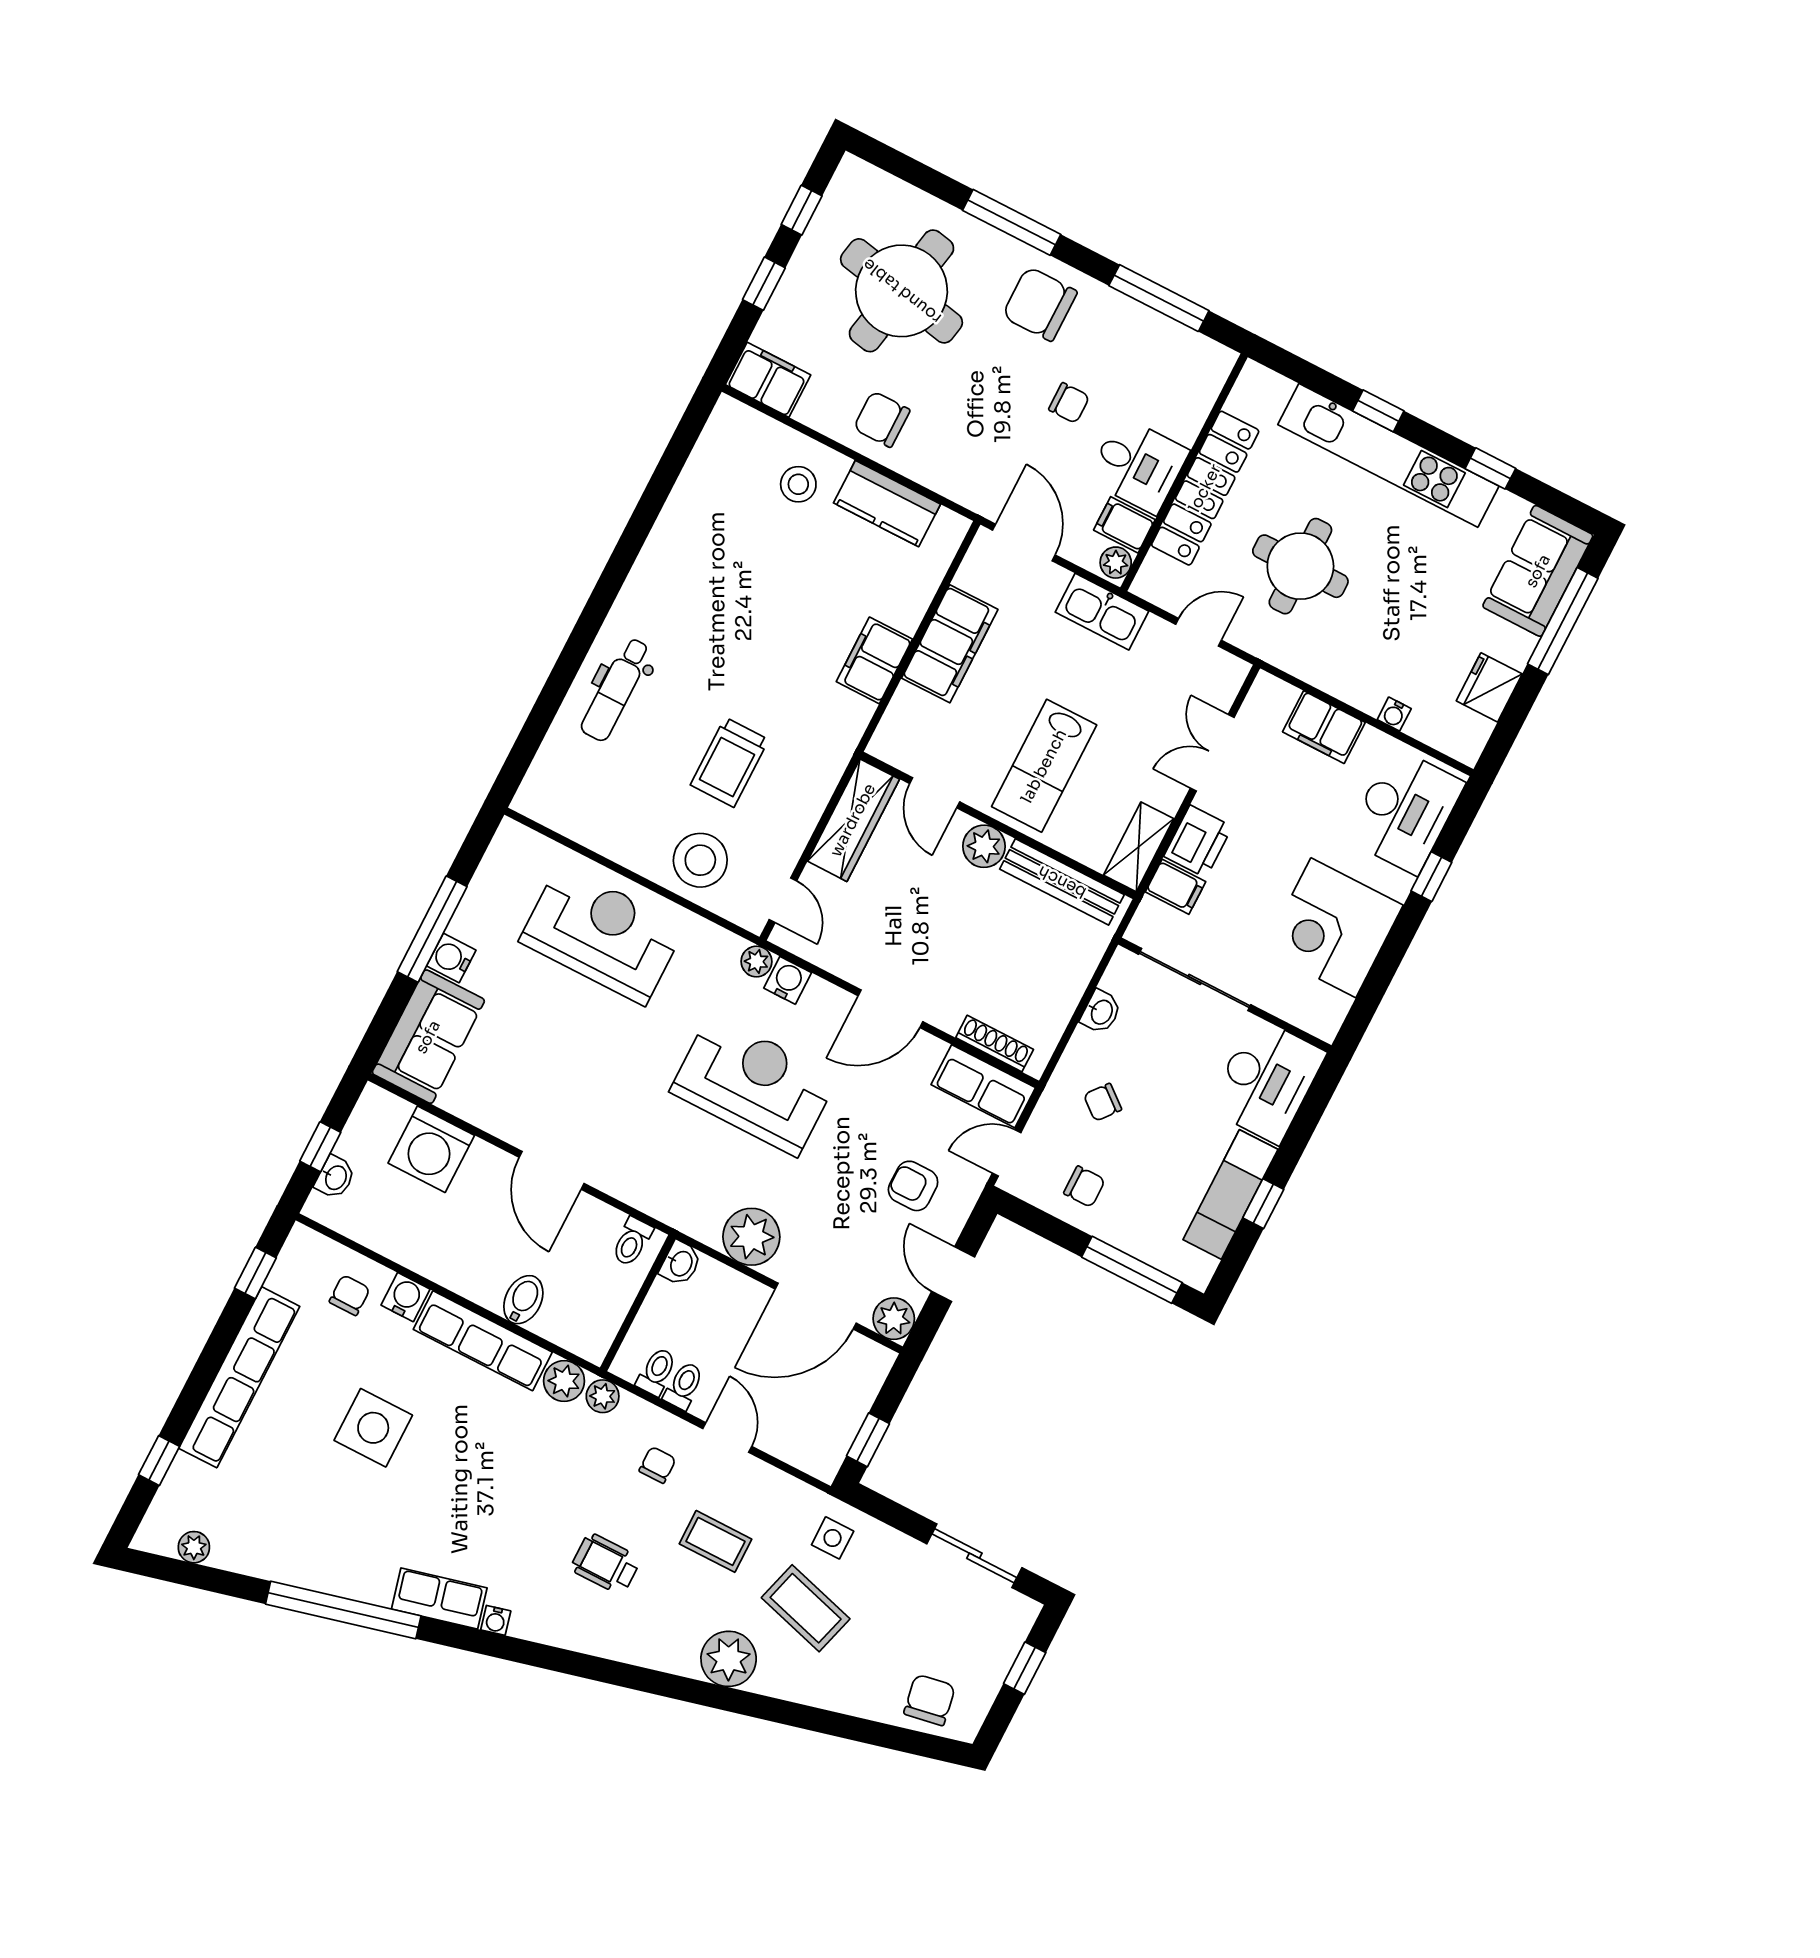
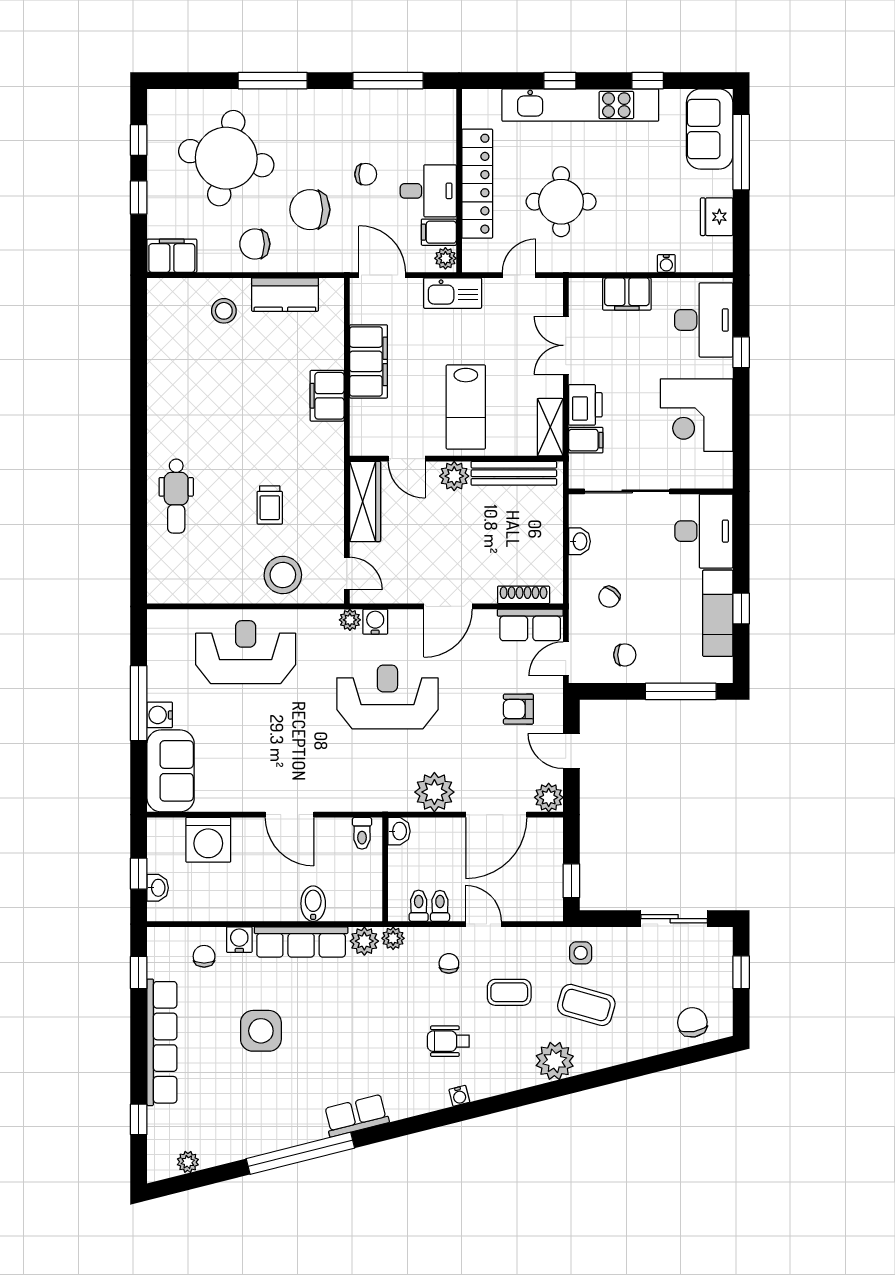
chair: (1040, 304) -> (310, 210), moved
trolley: (729, 762) -> (270, 505), width x0.73, depth x0.72
water cooler: (496, 1620) -> (459, 1096), moved

